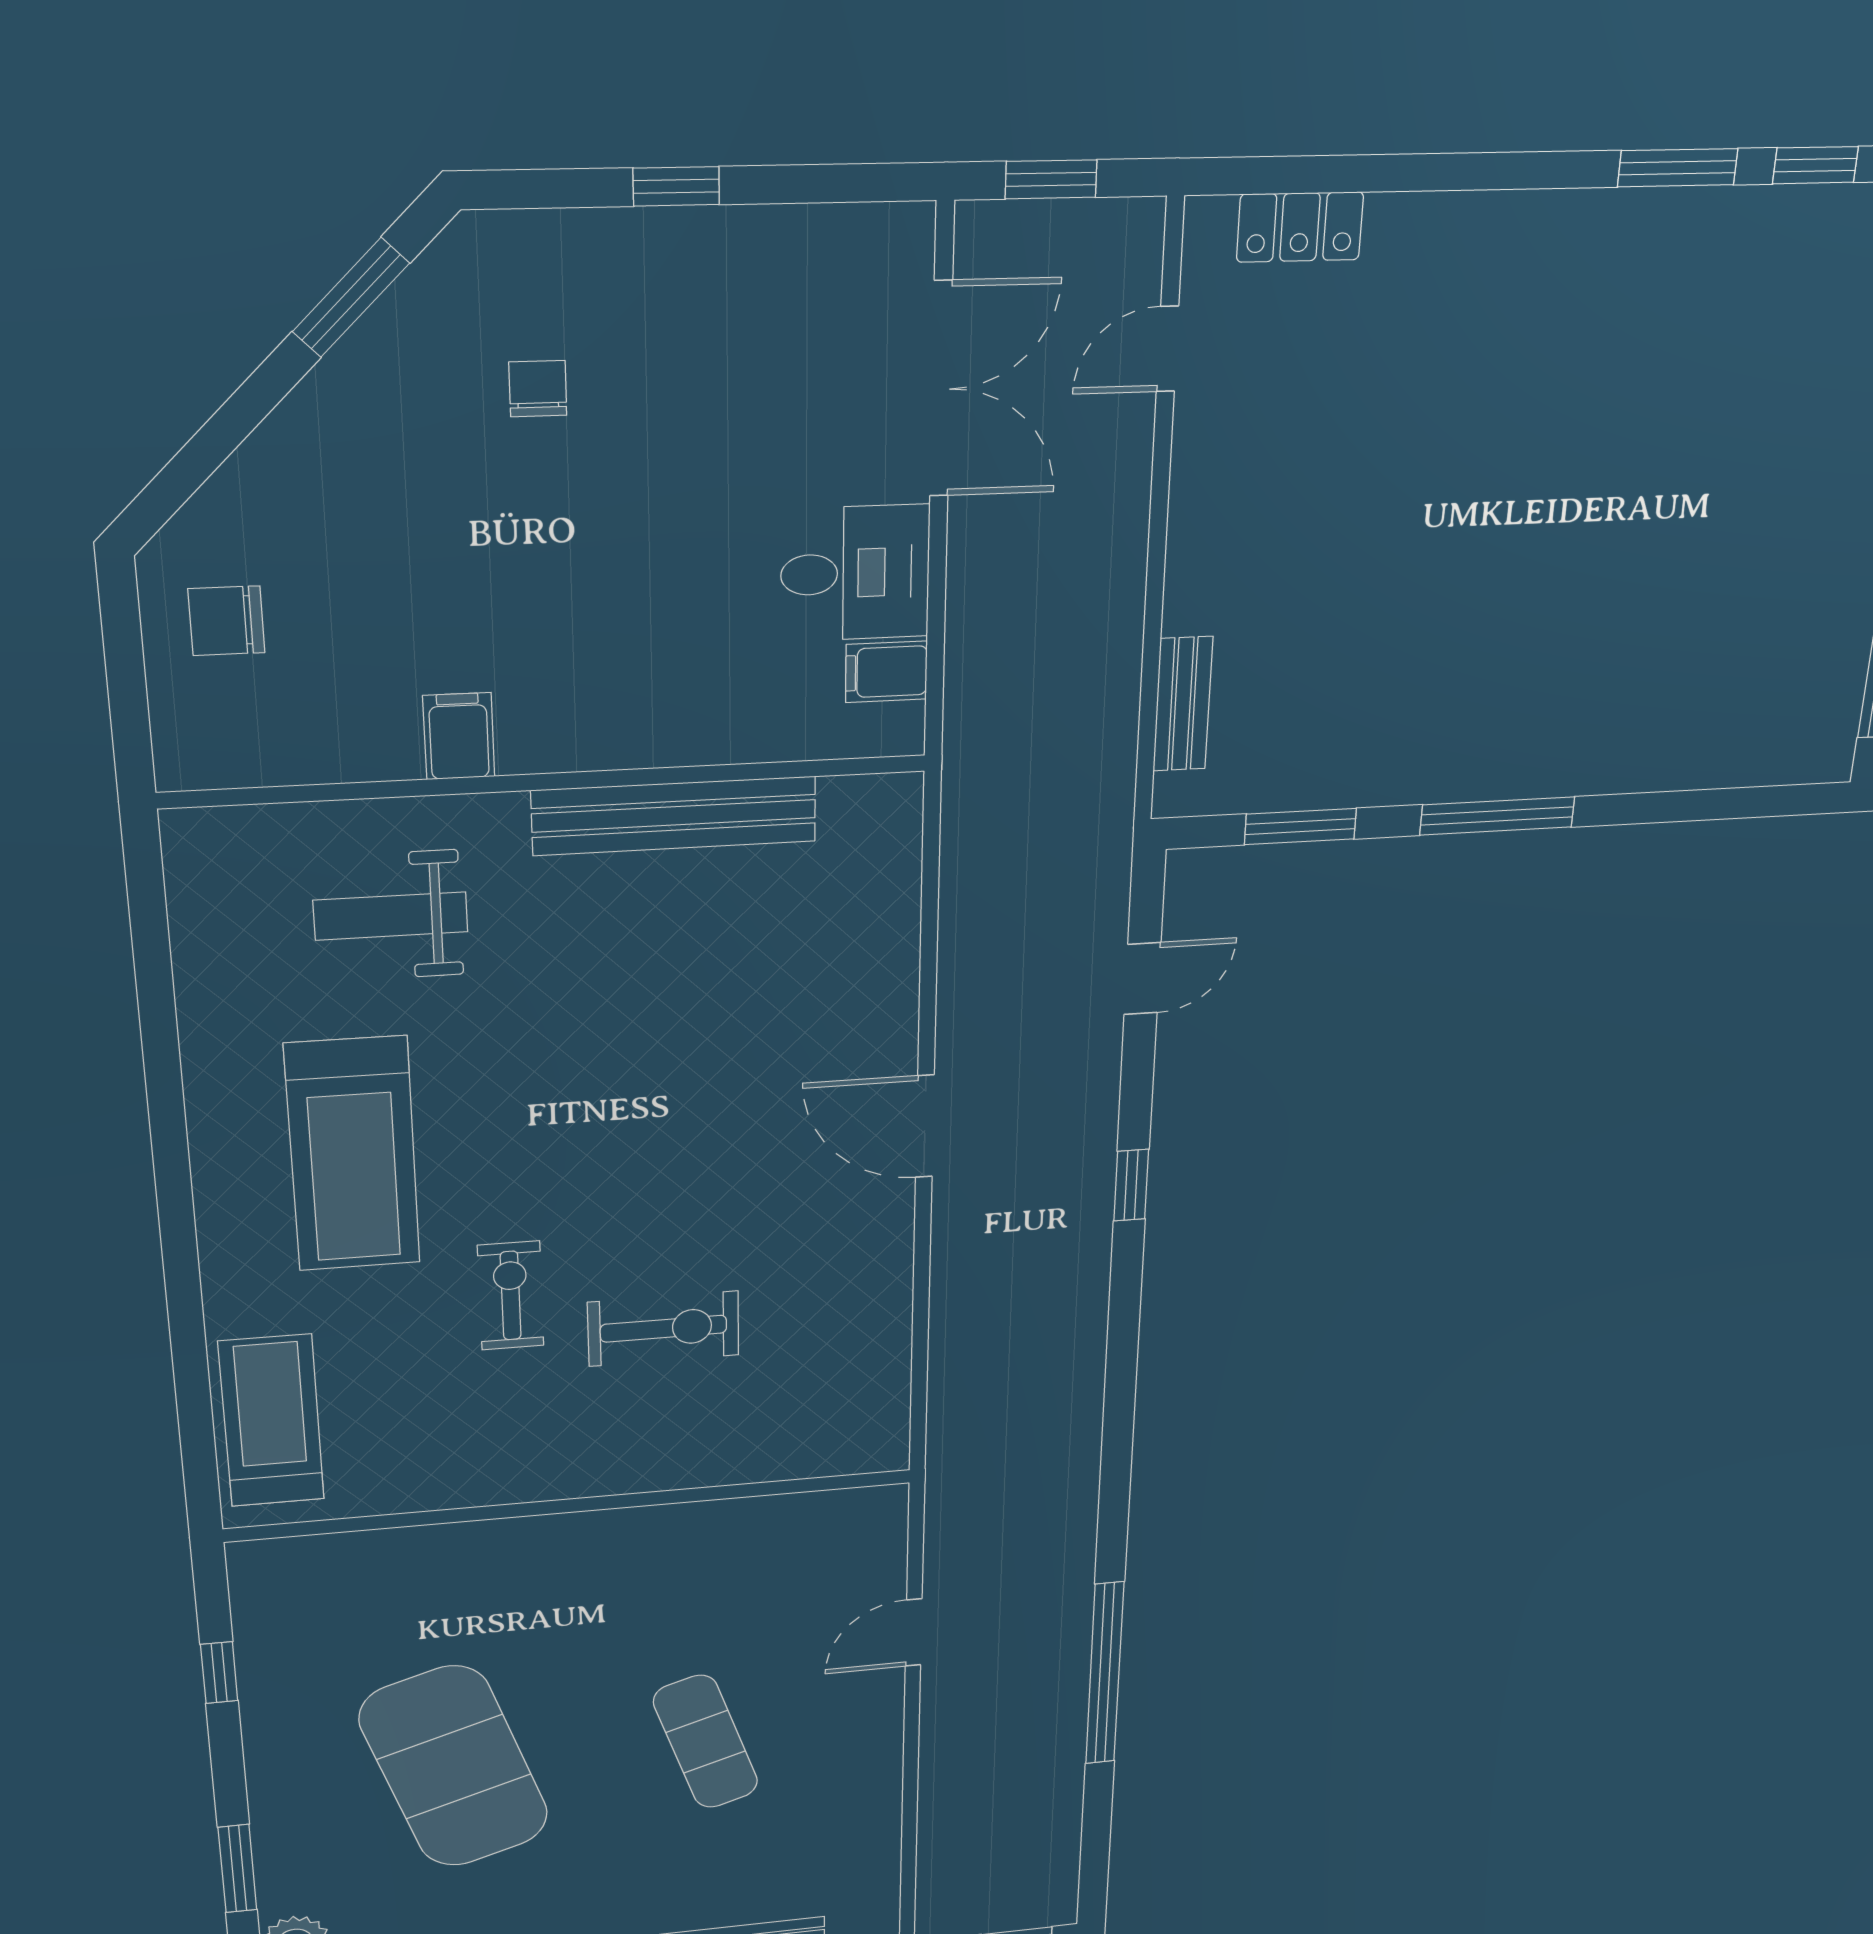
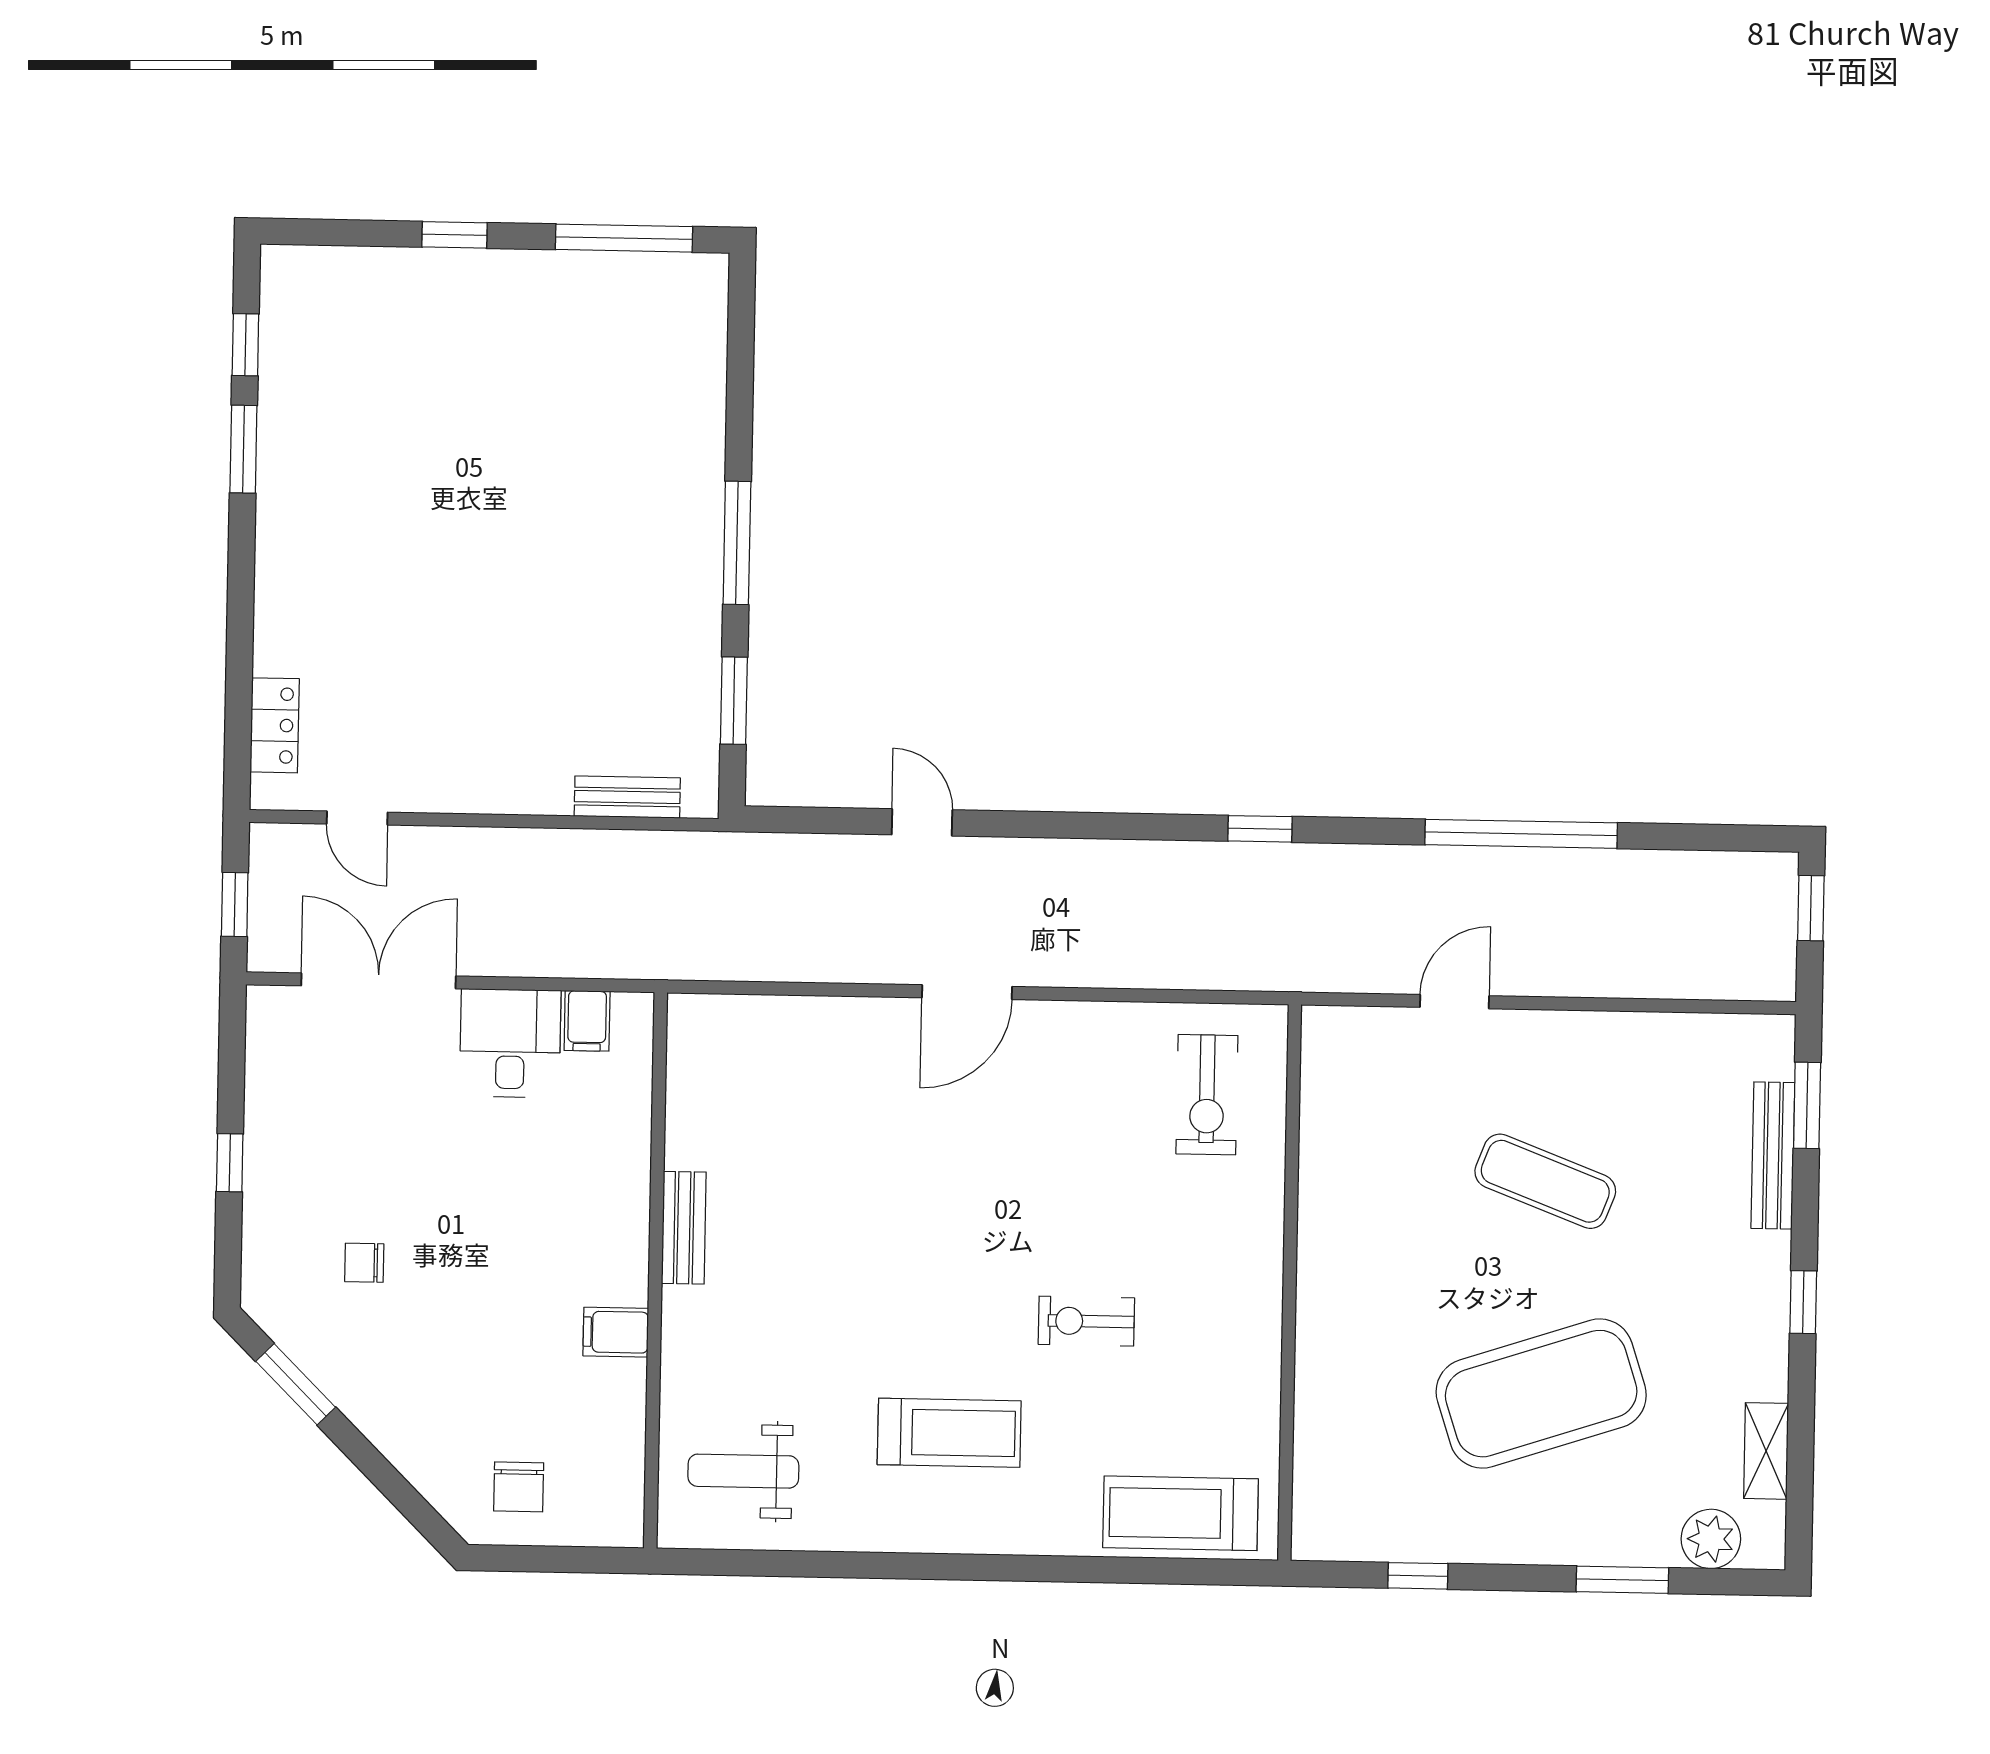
bench: (674, 816) -> (684, 1228), width x0.54, depth x0.82
weight bench: (391, 916) -> (743, 1471), moved, turned 90
door: (1142, 979) -> (922, 822), moved
treadmill: (353, 1154) -> (949, 1433), width x0.73, depth x0.73
window: (1131, 1185) -> (1260, 829), moved
exercise bike: (664, 1329) -> (1207, 1095), moved, turned 180
door: (914, 1632) -> (1454, 1002), swing flipped
exercise mat: (706, 1742) -> (1545, 1181), turned 39

